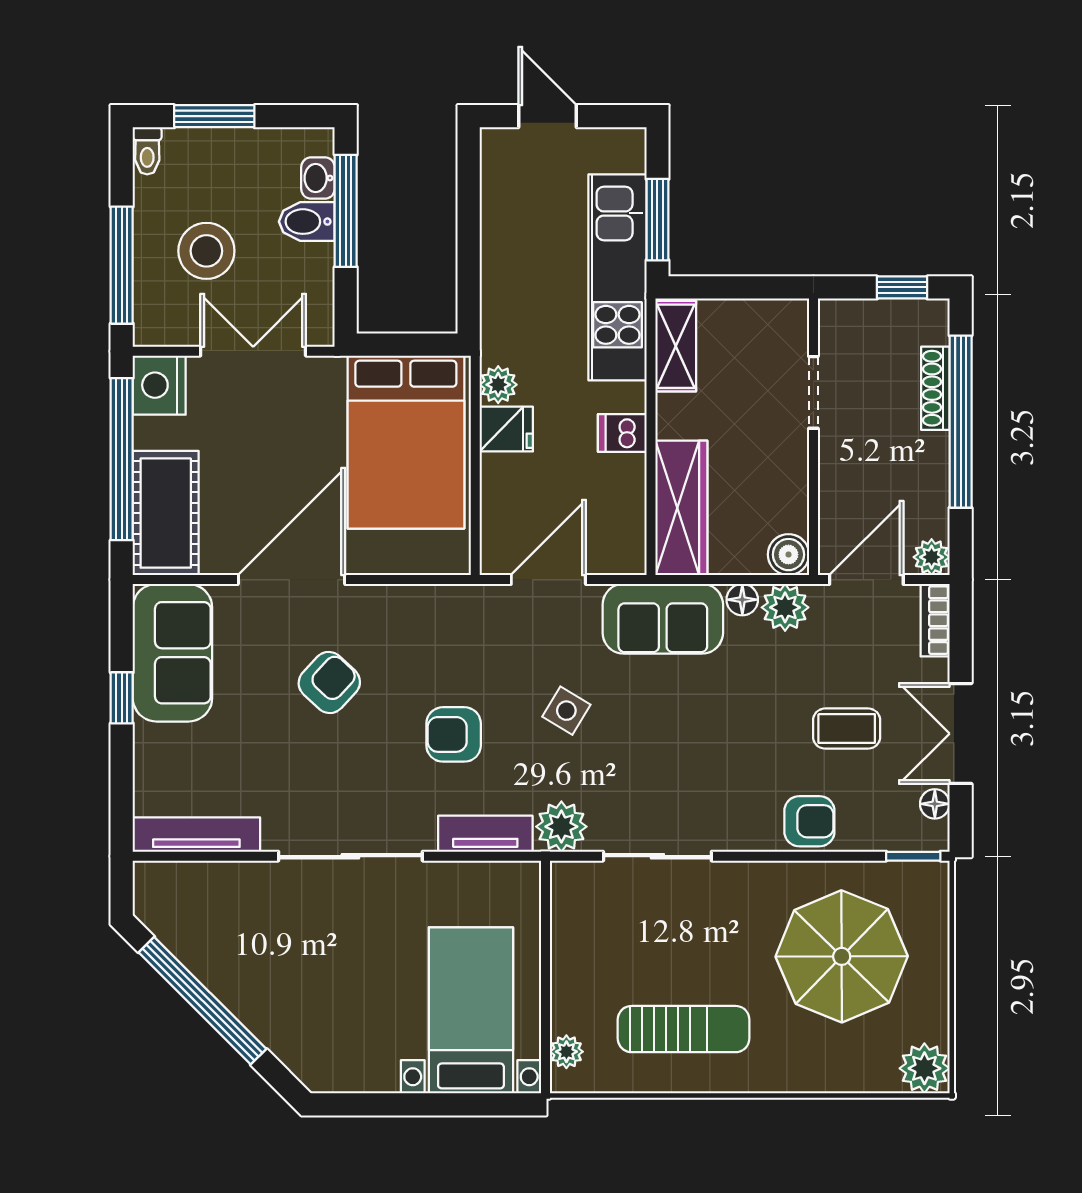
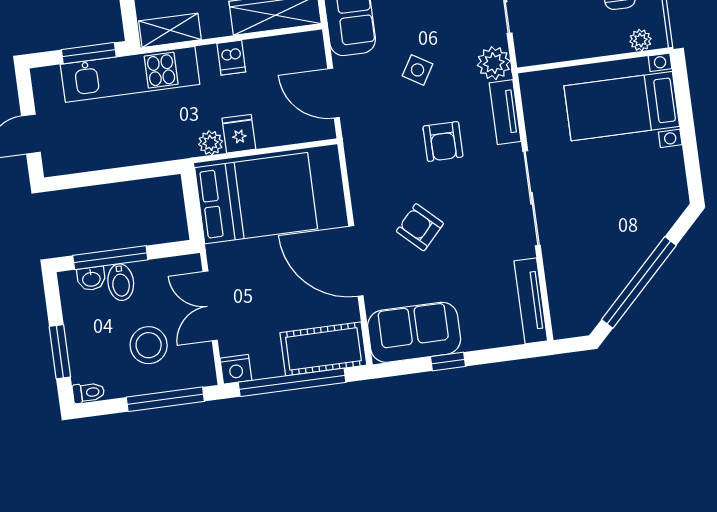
nightstand: (159, 385) -> (236, 369), width x0.74, depth x0.75

